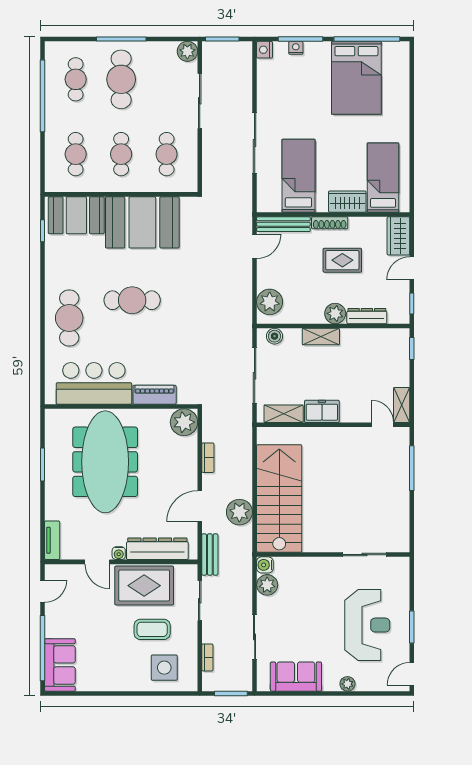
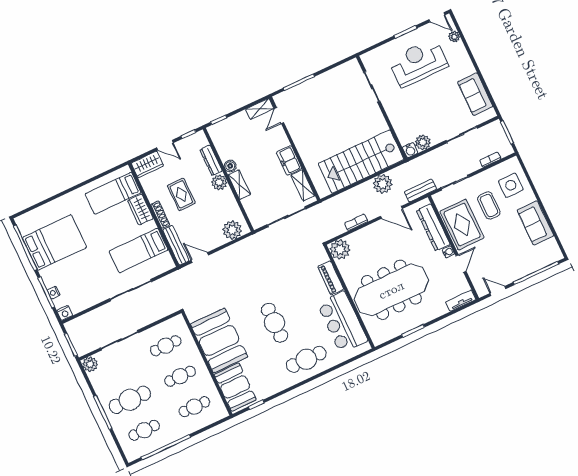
boiler: (274, 336) -> (230, 166), moved
sofa: (60, 665) -> (535, 223), moved, turned -90
plant: (347, 684) -> (454, 37), moved

